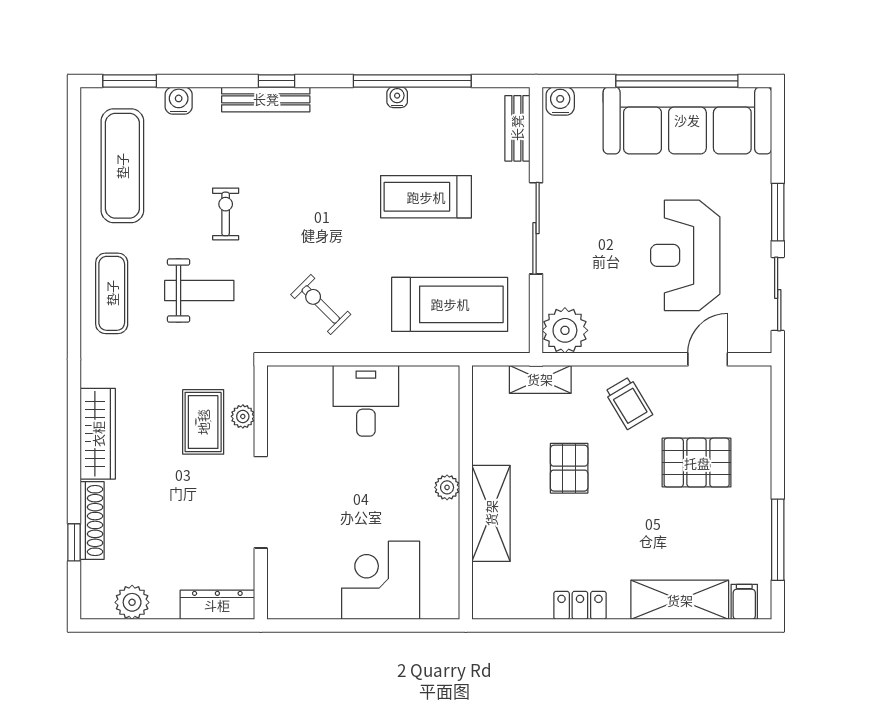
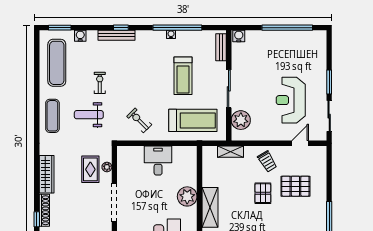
sofa: (687, 120) -> (292, 44), removed
treadmill: (426, 197) -> (183, 76), turned -90
weight bench: (199, 291) -> (89, 115), turned 180
plant: (565, 330) -> (241, 120), moved
pallet: (569, 468) -> (263, 193), moved
plant: (447, 487) -> (187, 196), width x1.88, depth x1.88

